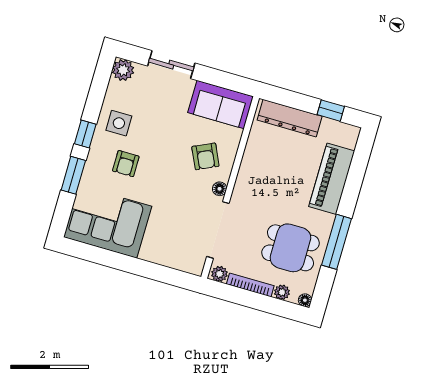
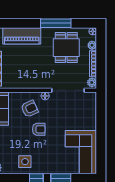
armchair: (126, 164) -> (39, 129), moved

